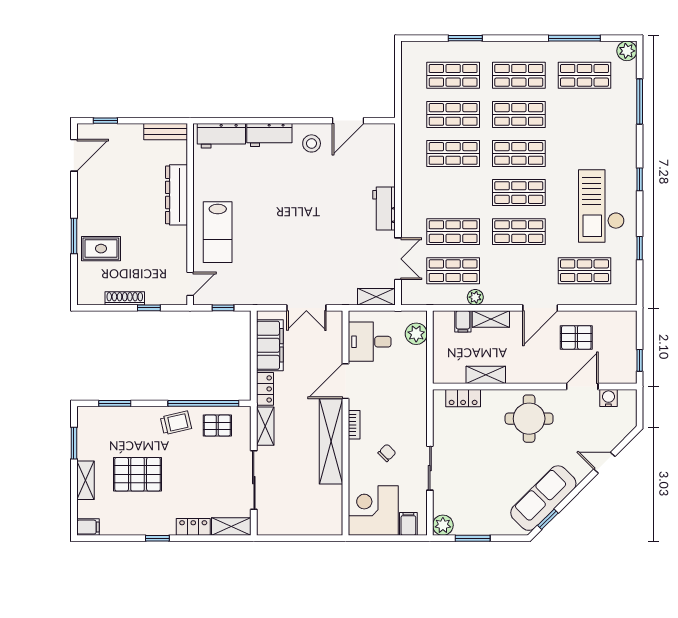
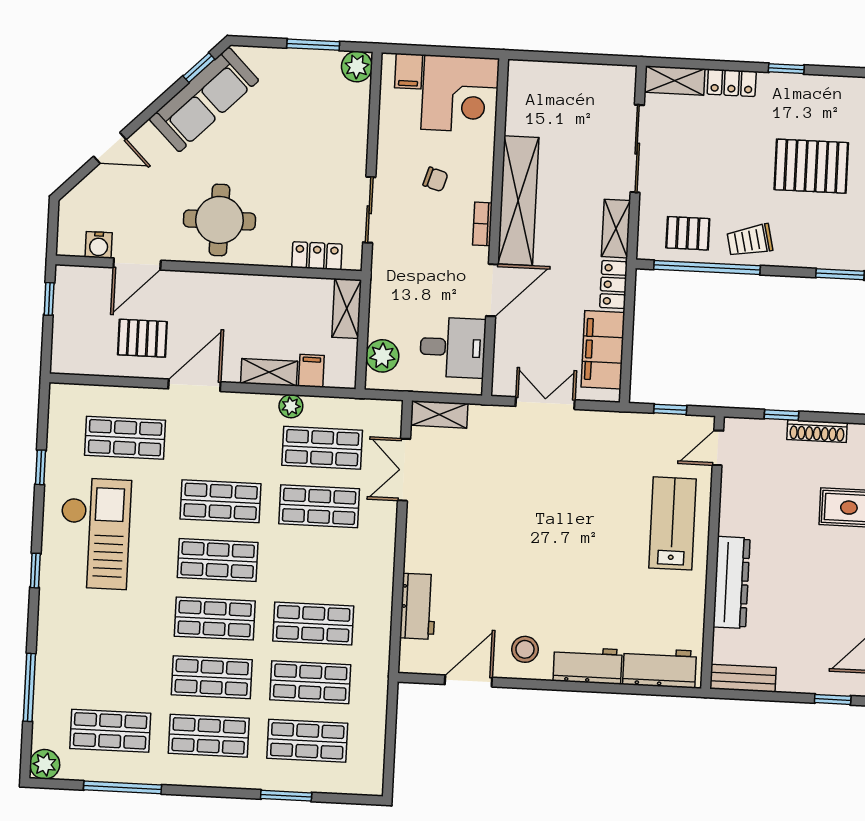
workbench: (384, 209) -> (418, 606), moved
shelving: (486, 375) -> (347, 308), moved, turned 90
chair: (387, 453) -> (435, 179), turned -118
sliding door: (430, 468) -> (369, 210), moved

